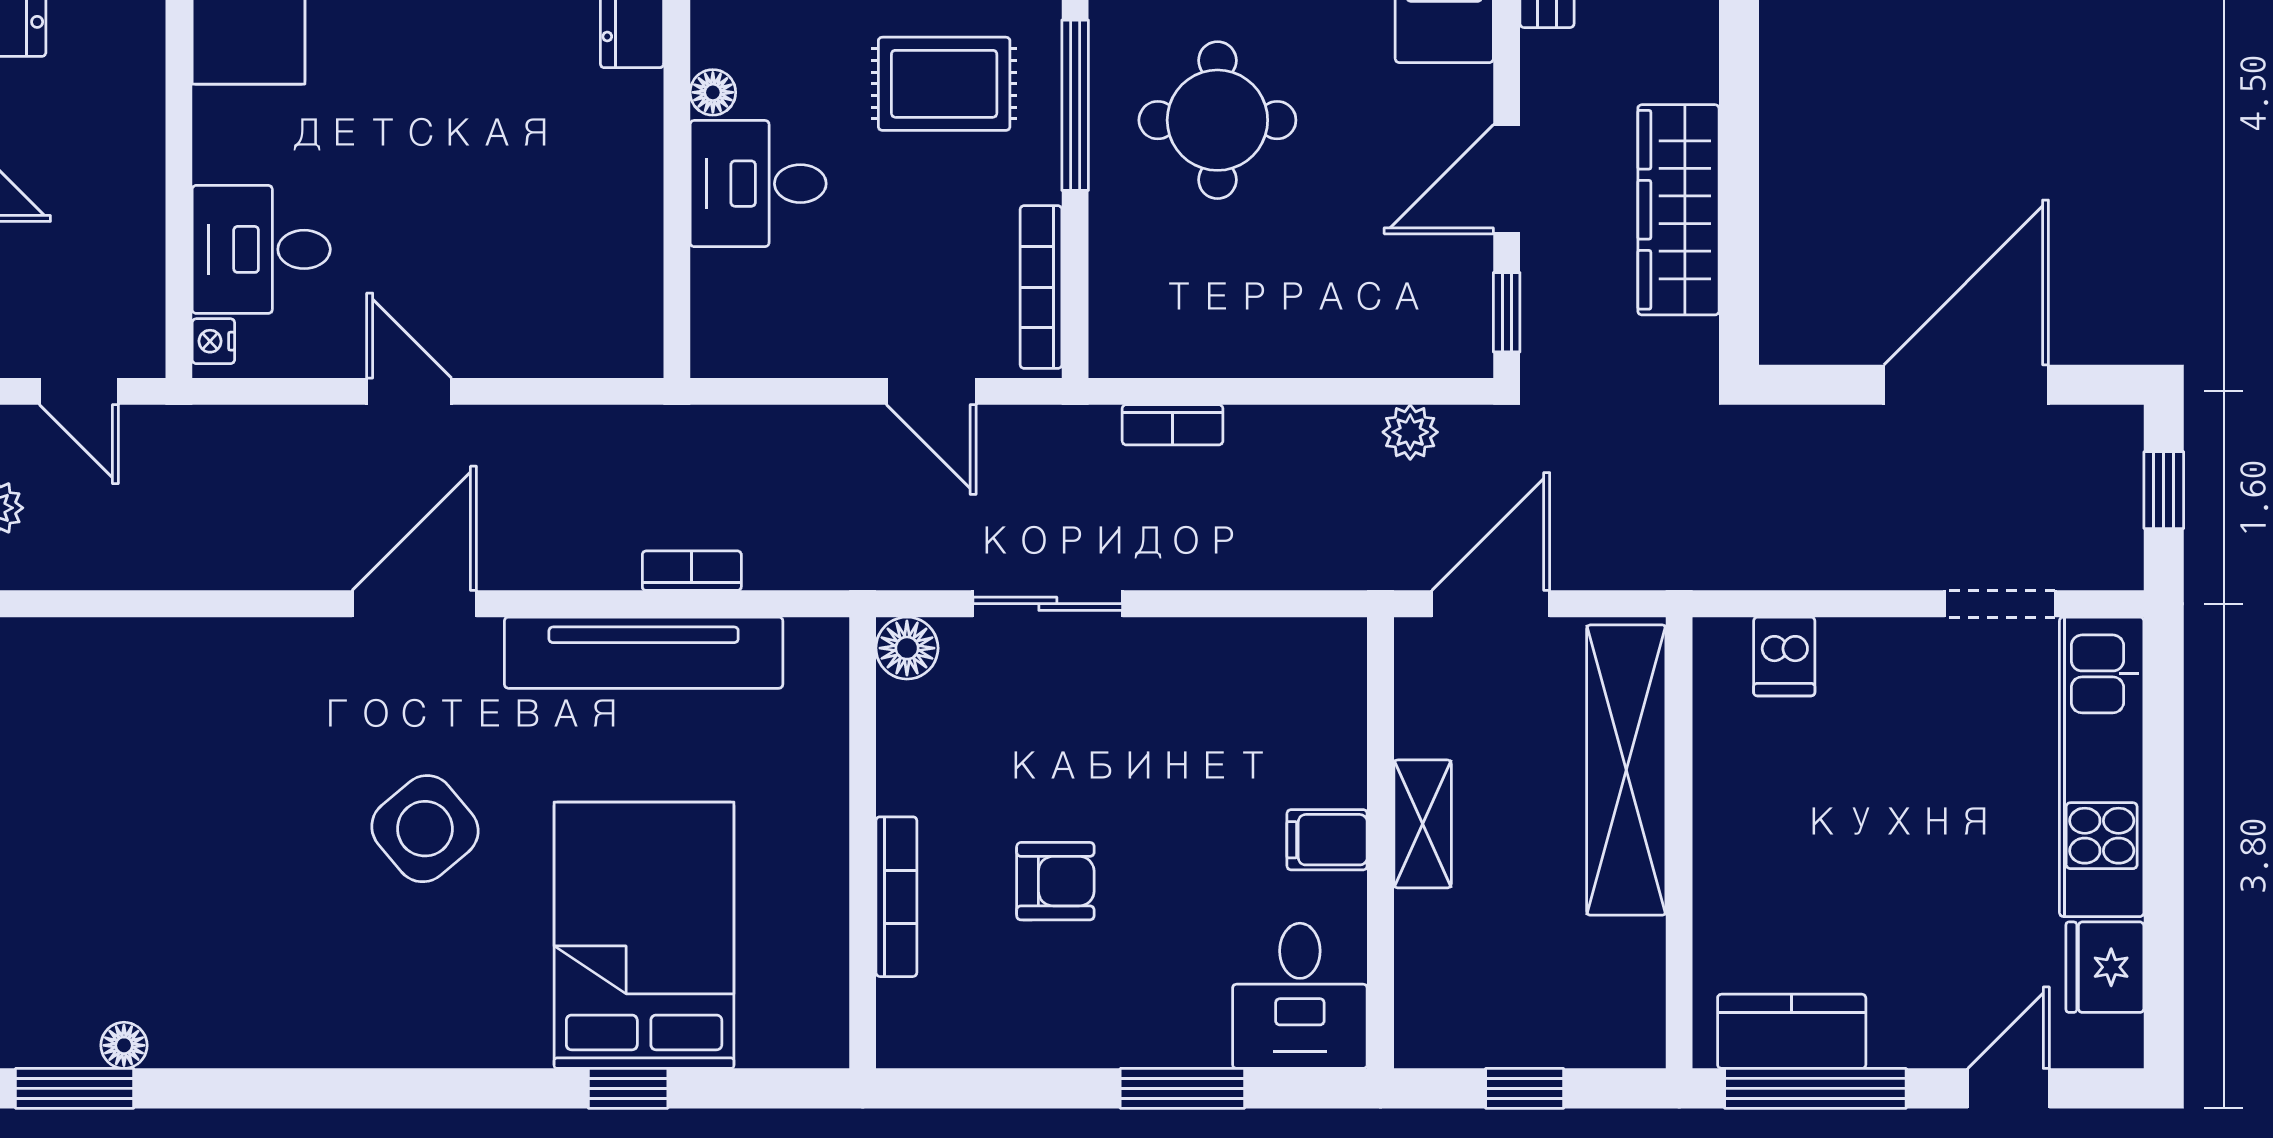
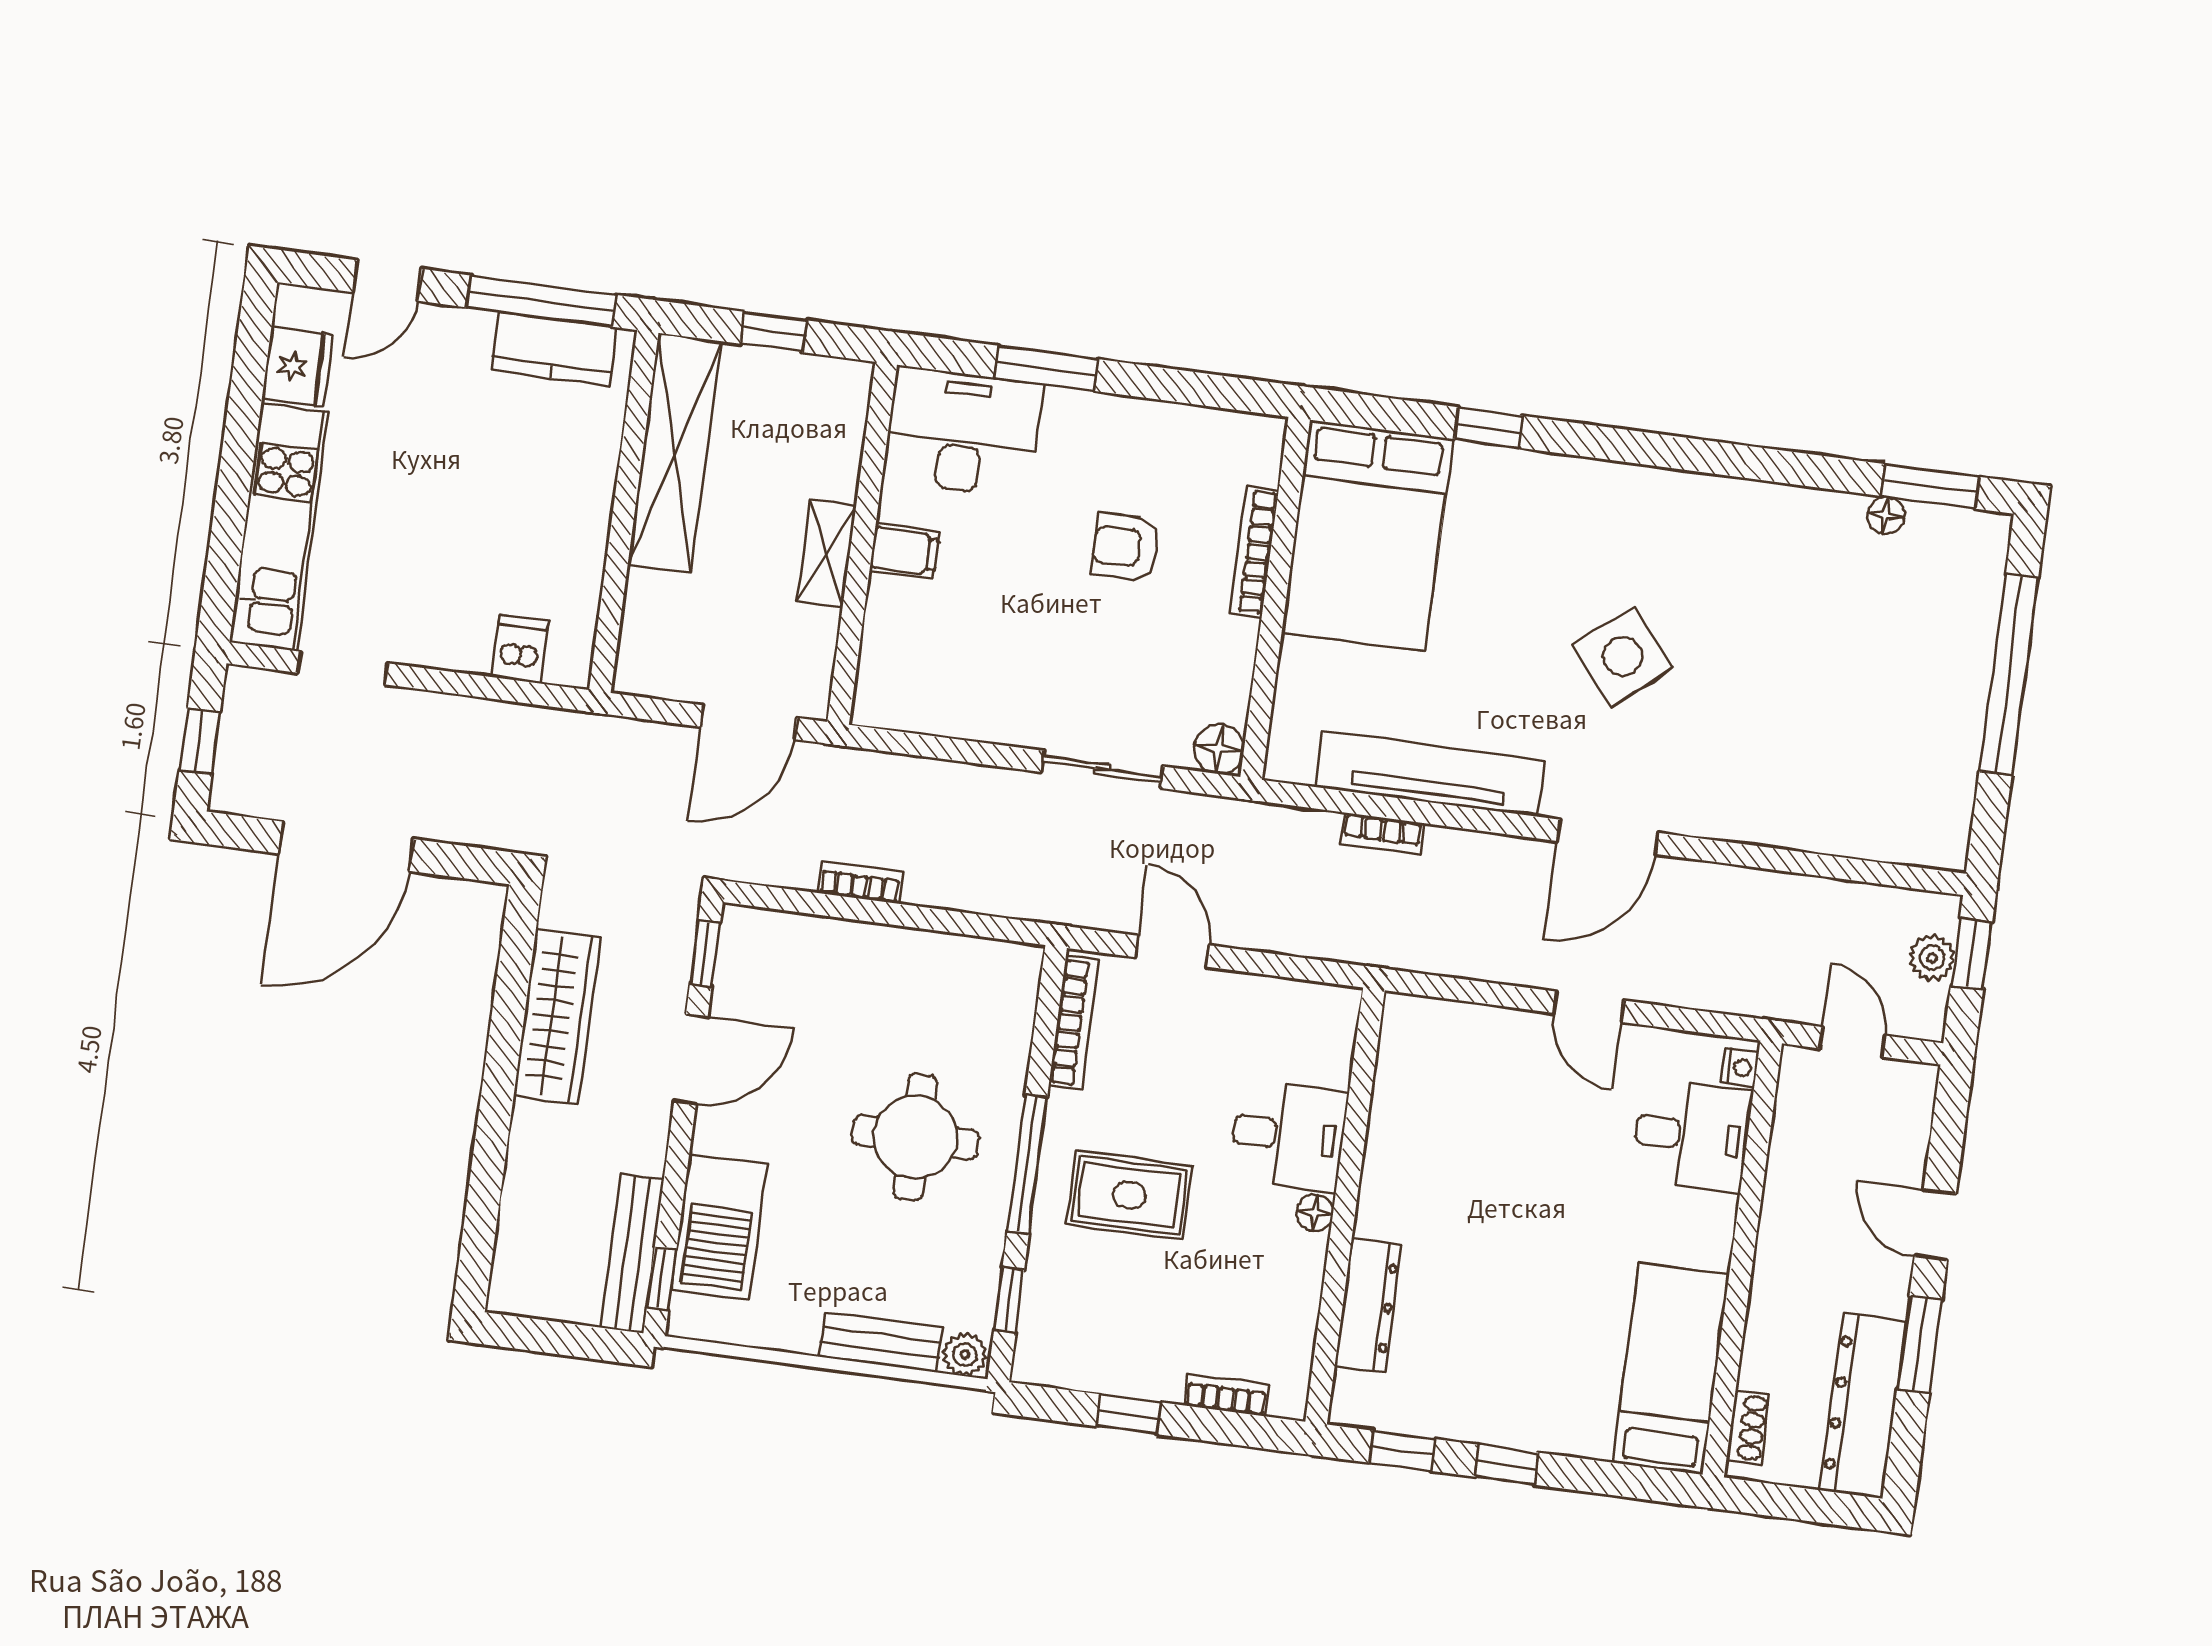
bookcase: (1173, 425) -> (860, 882), moved
plant: (1410, 432) -> (795, 868), removed
shelving: (1626, 770) -> (675, 453), moved
bed: (644, 935) -> (1367, 536), moved
desk: (1300, 996) -> (963, 432), width x1.37

